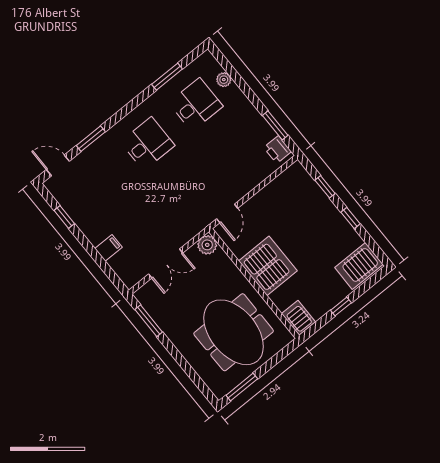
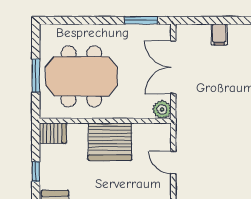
door: (227, 213) -> (173, 162), moved
double door: (166, 263) -> (173, 67), width x1.37
window: (242, 387) -> (36, 76), moved

